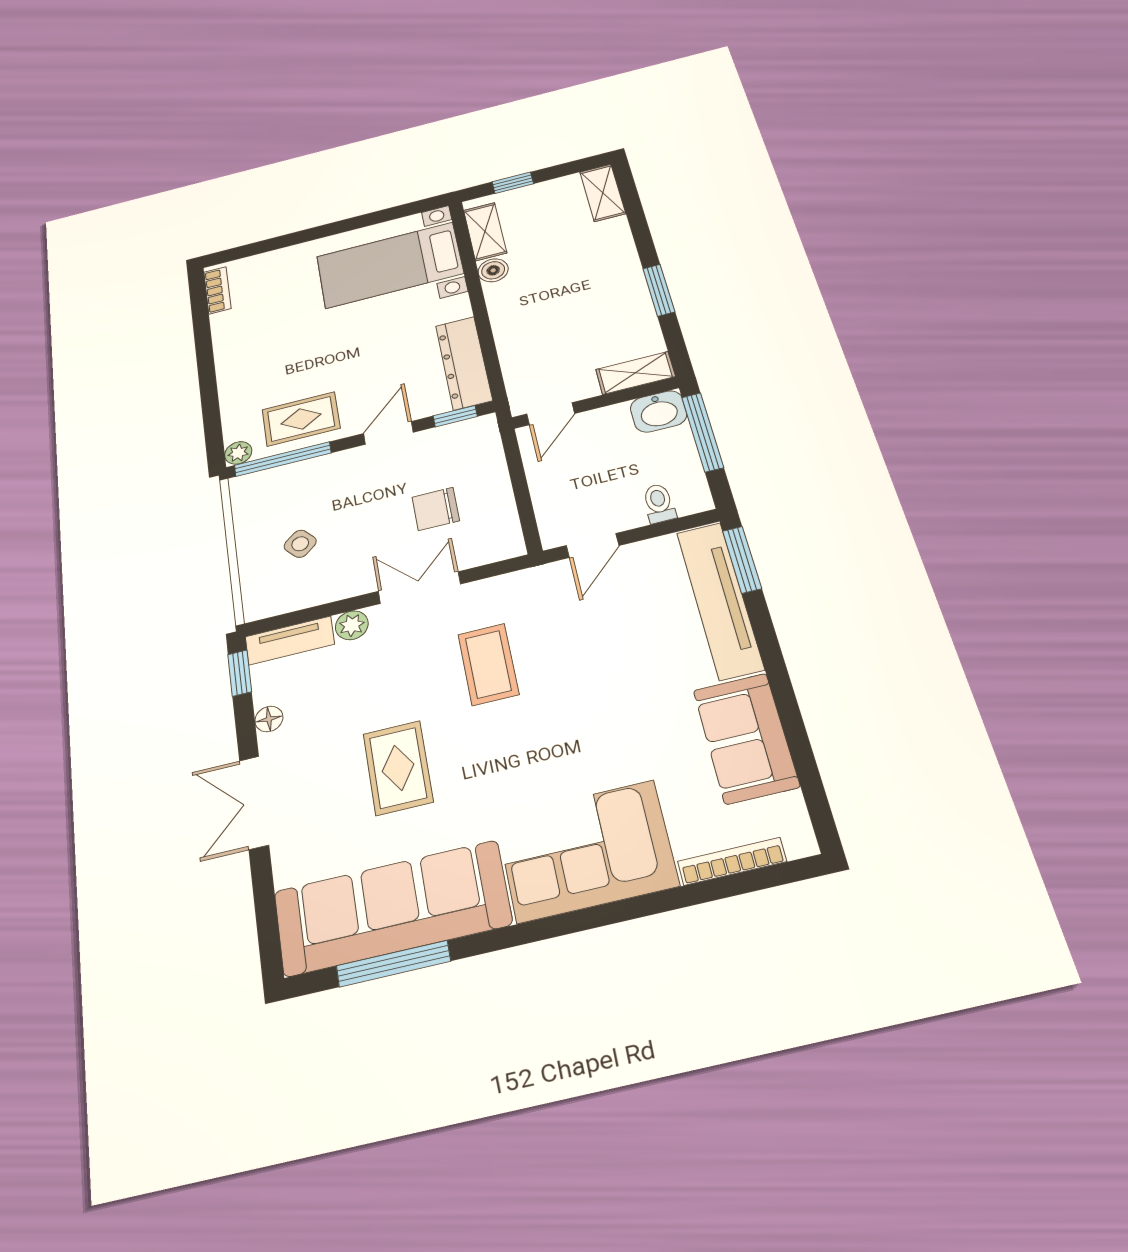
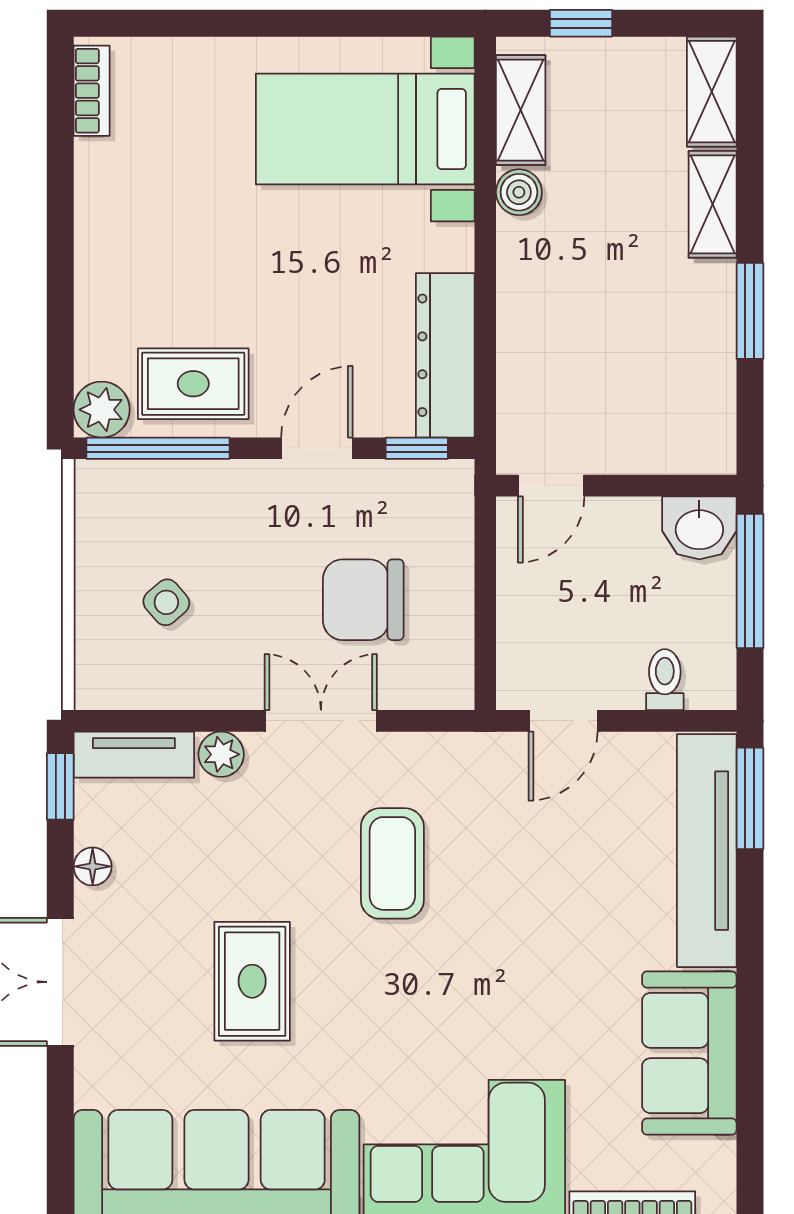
shelving: (635, 373) -> (713, 204), moved, turned 90
plant: (238, 453) -> (102, 410), width x1.38, depth x1.38
chair: (436, 509) -> (363, 600), width x1.37, depth x1.37

